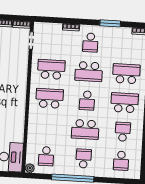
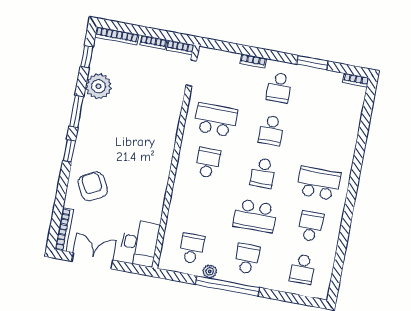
school desk: (89, 72) -> (271, 130), width x0.54
school desk: (126, 74) -> (327, 141), removed
school desk: (49, 98) -> (208, 163), width x0.54
school desk: (46, 156) -> (192, 248), turned 180
plant: (30, 168) -> (210, 271), moved

